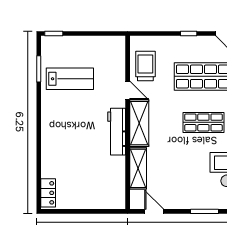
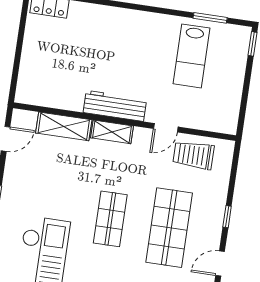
trolley: (145, 66) -> (193, 155), turned 180
shelving: (139, 123) -> (112, 132), width x0.67, depth x0.75

